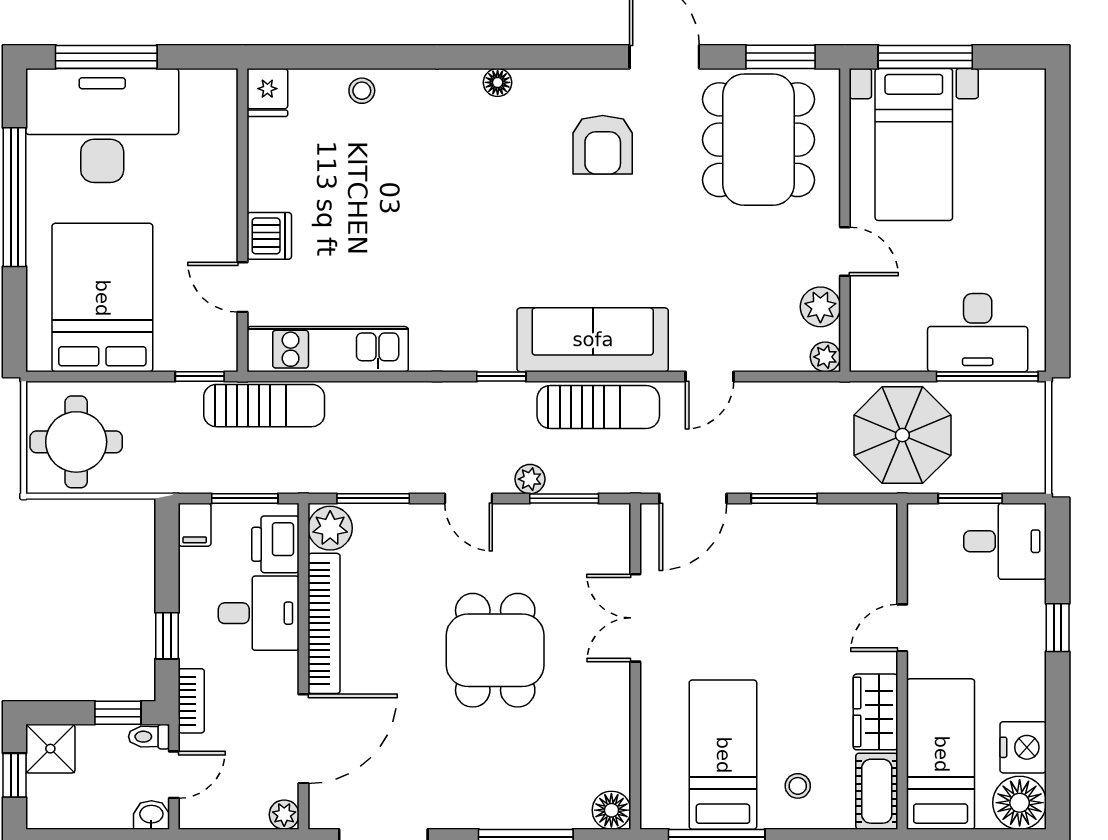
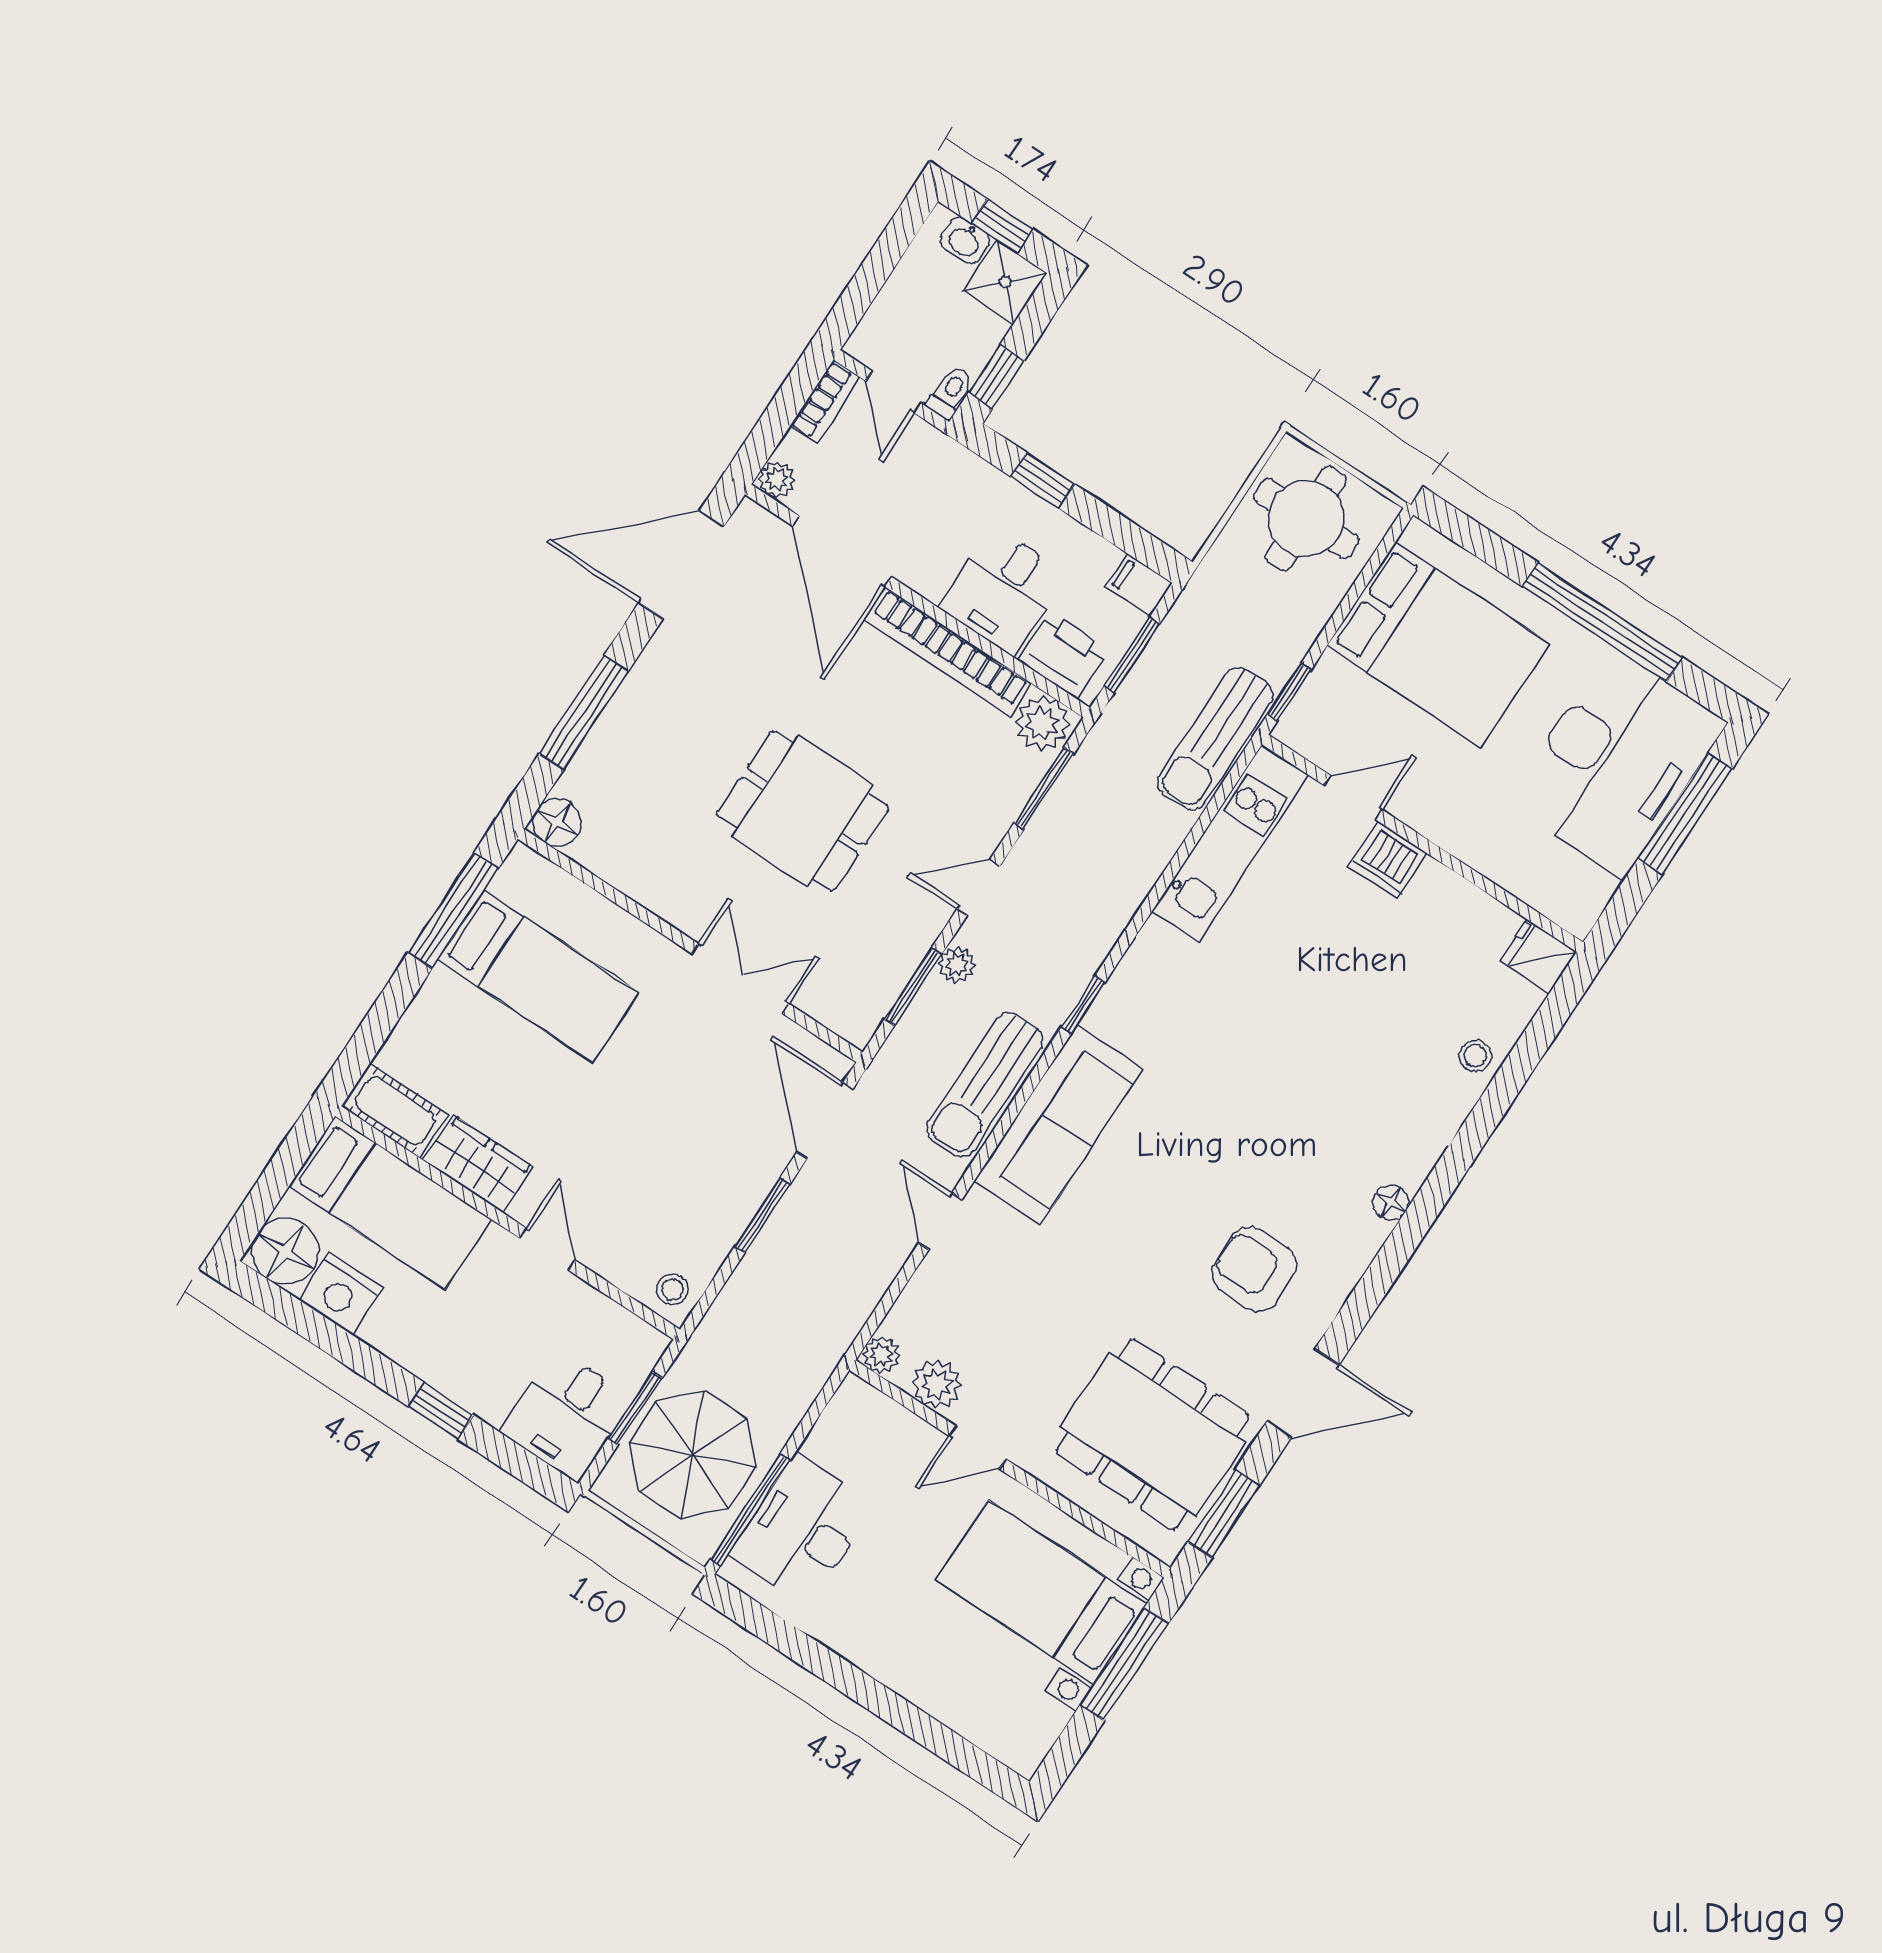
parasol: (902, 435) -> (693, 1455), moved
bookcase: (191, 701) -> (825, 402), moved, turned -90
stool: (798, 786) -> (672, 1289), moved
washbasin: (151, 815) -> (965, 240), moved, turned 90

